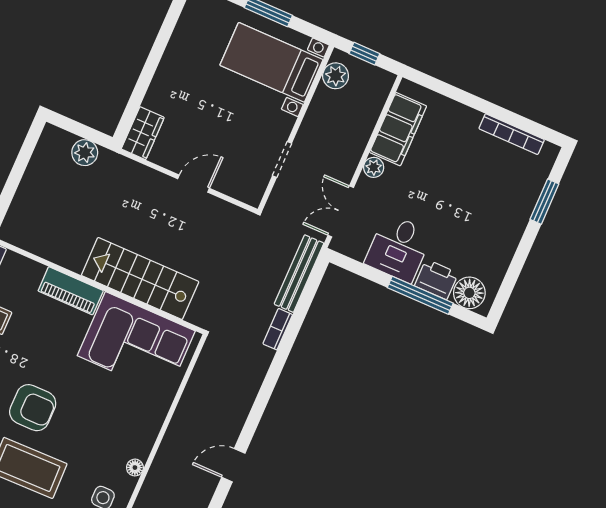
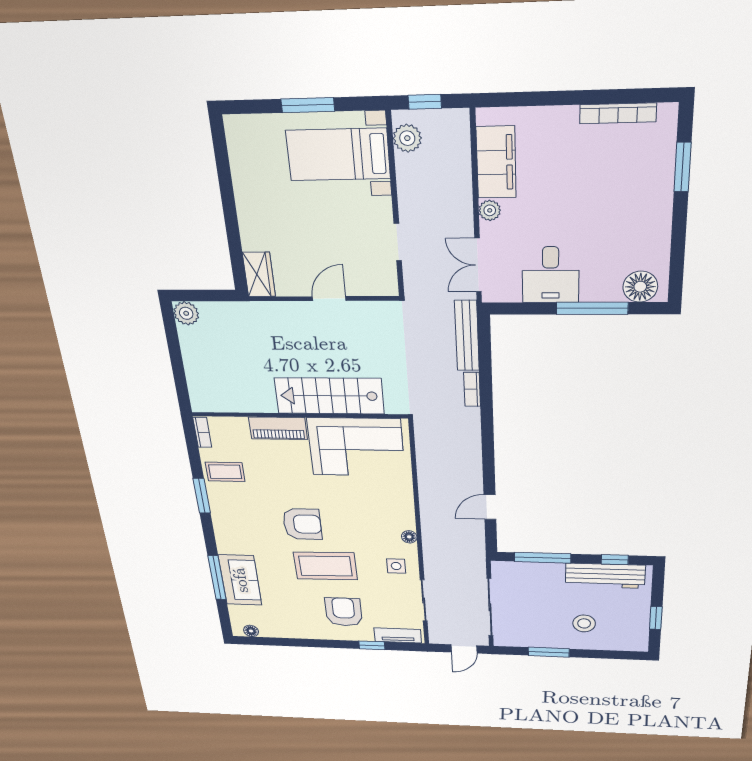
plant: (85, 153) -> (186, 313), moved
printer: (436, 280) -> (602, 288), removed

